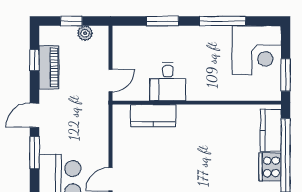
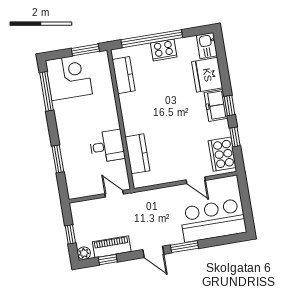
window: (223, 21) -> (46, 91), moved
plant: (85, 33) -> (84, 253), moved
kitchen counter: (271, 130) -> (124, 75), moved, turned -90

